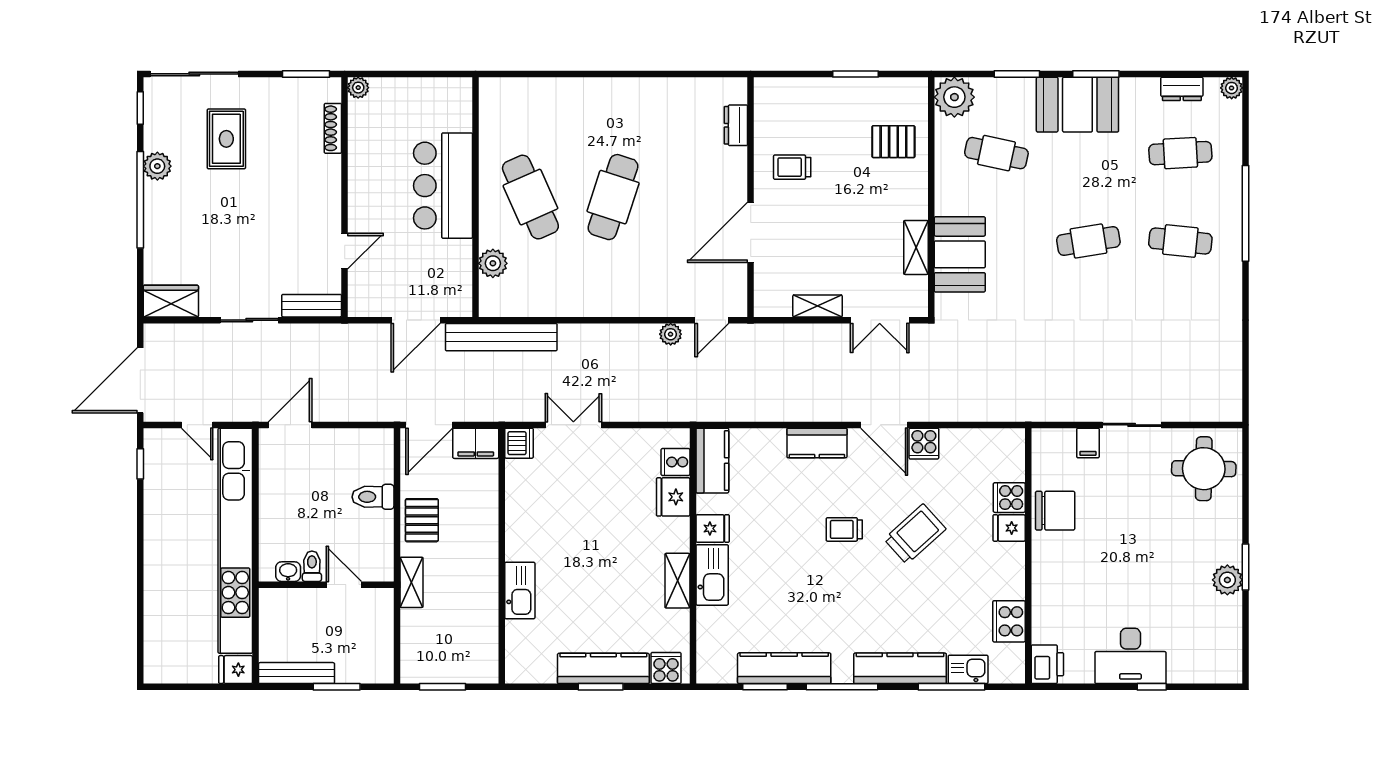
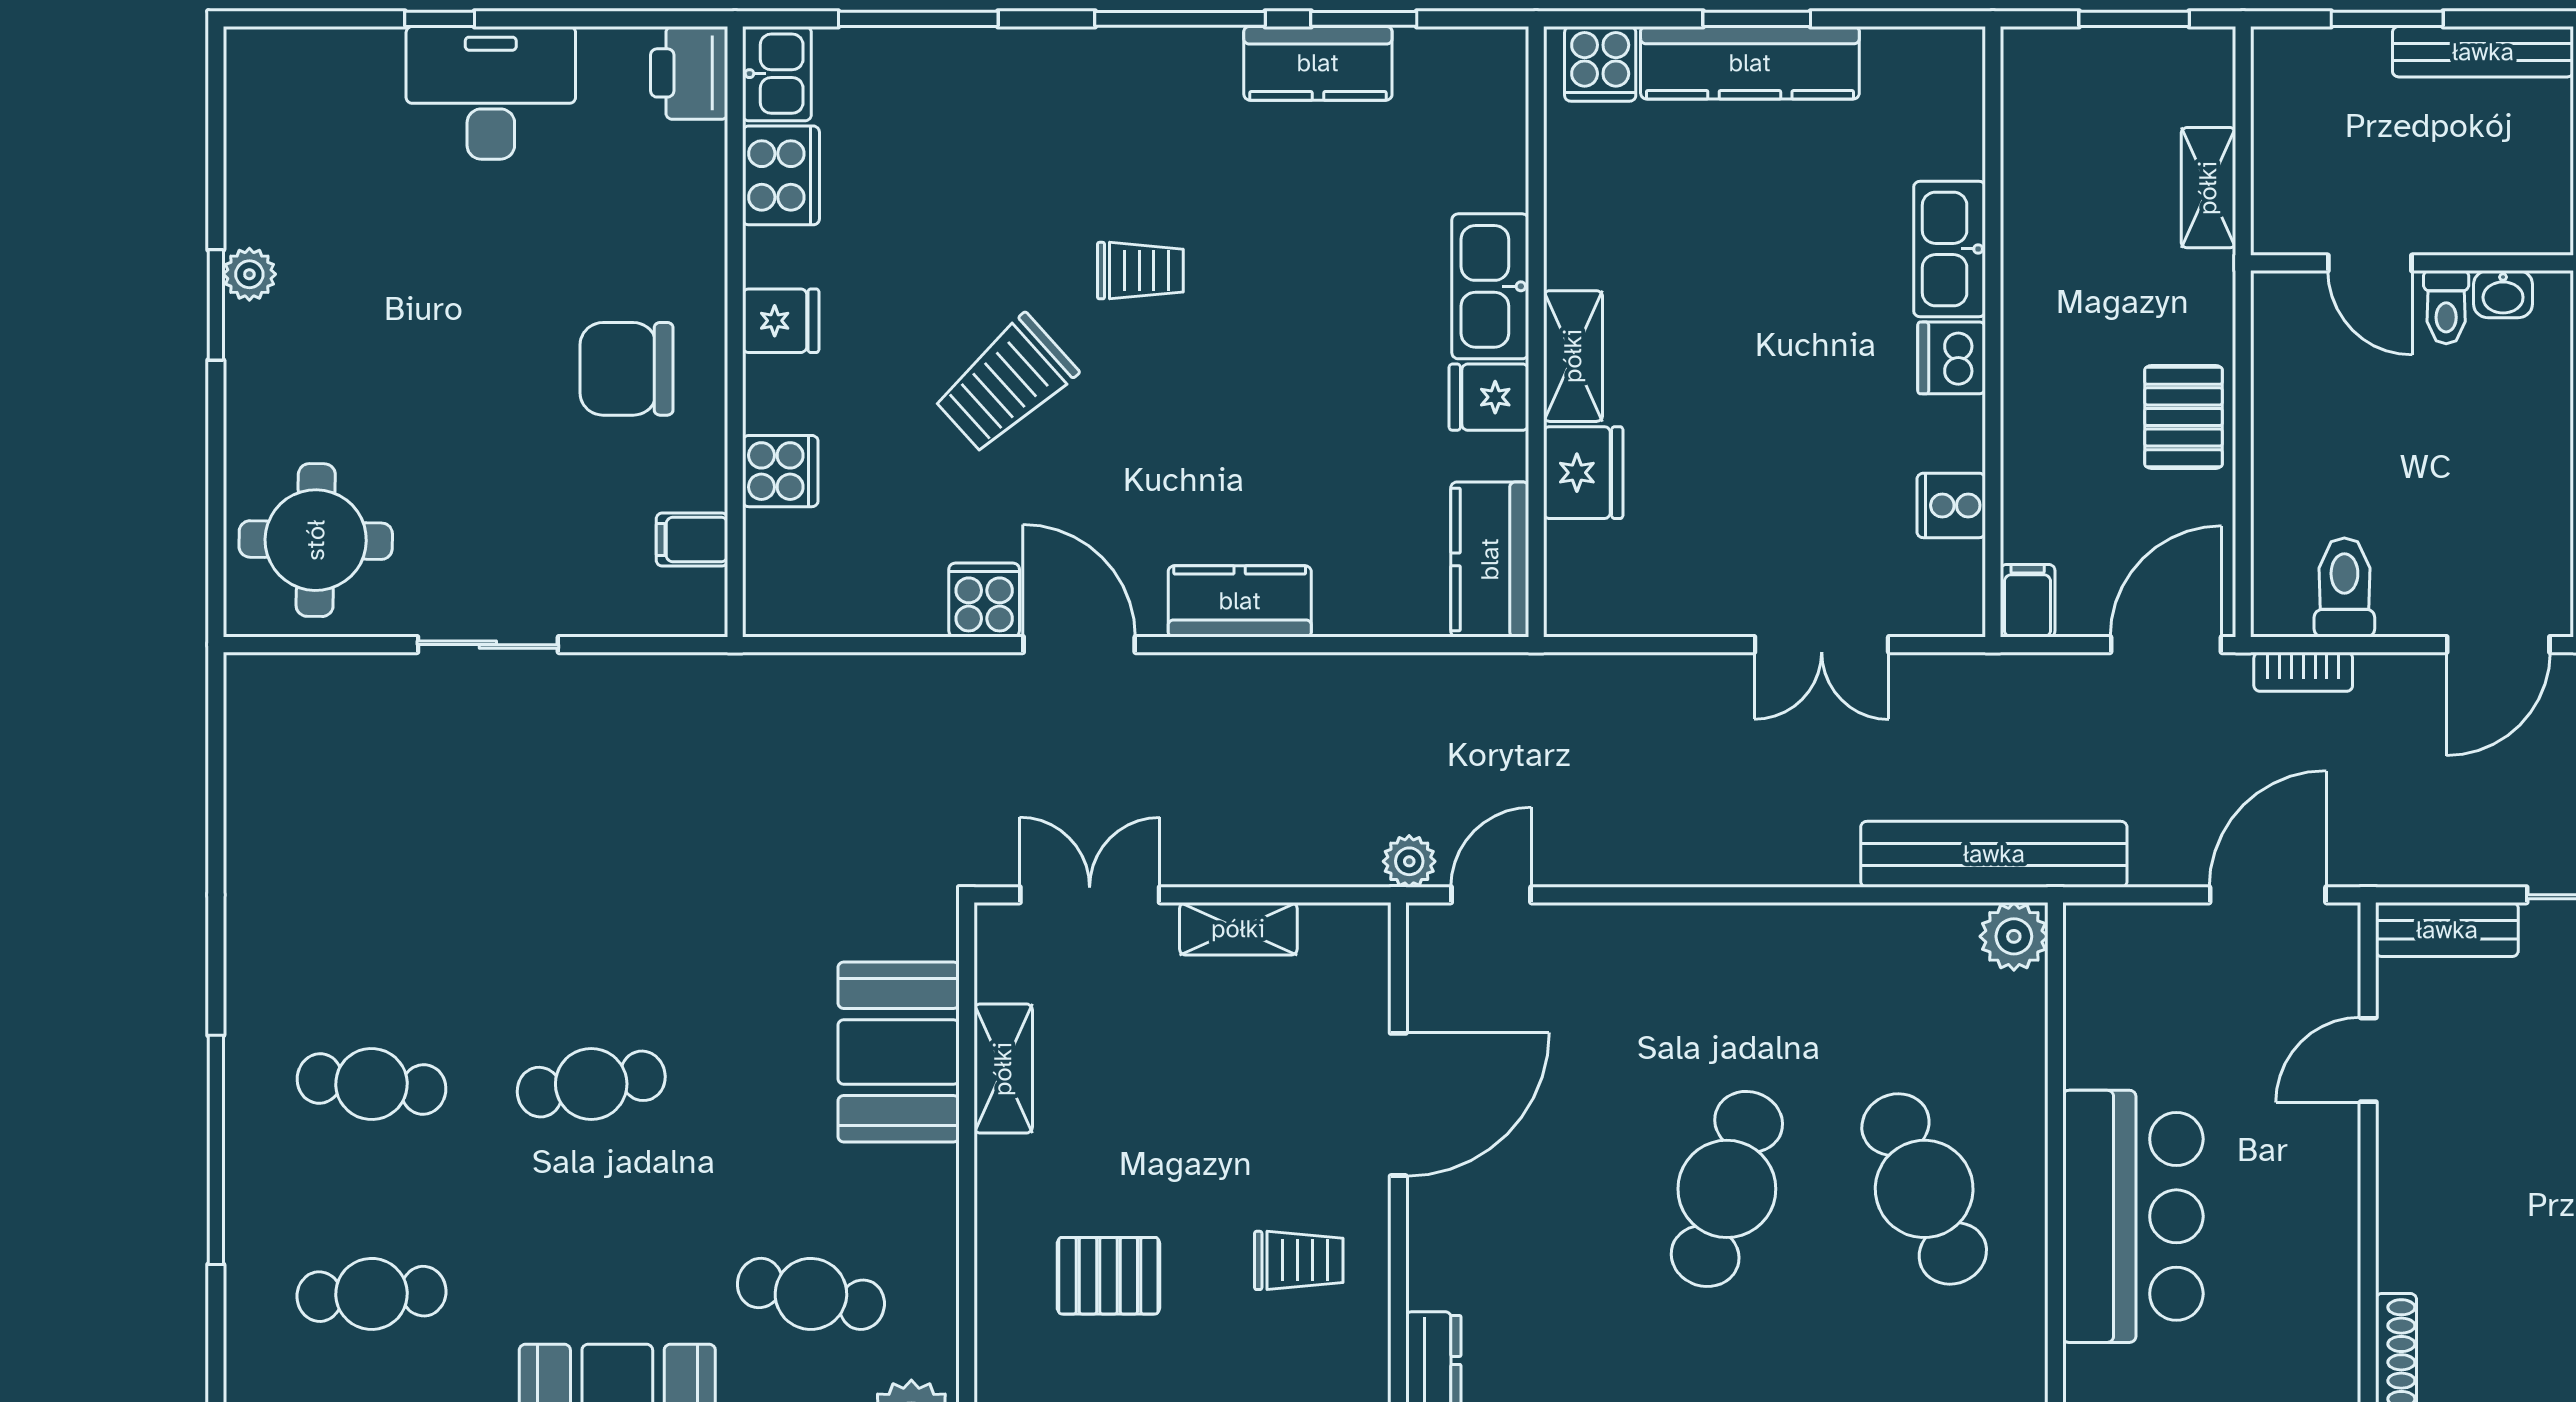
pallet: (893, 142) -> (1108, 1276), moved
plant: (493, 263) -> (2014, 936), moved
door: (416, 320) -> (2268, 895), moved
plant: (671, 334) -> (1409, 861), moved
bookcase: (372, 414) -> (2303, 672), added
filing cabinet: (476, 443) -> (2028, 601), width x0.50
dishwasher: (519, 443) -> (1952, 358), moved
filing cabinet: (1088, 443) -> (692, 540), moved, turned -90
cooker: (675, 462) -> (1951, 505), moved, turned 180
toilet: (373, 497) -> (2344, 587), moved, turned -90
chair: (1055, 511) -> (626, 369), moved
fridge: (1009, 528) -> (781, 321), moved
trolley: (844, 529) -> (1140, 271), moved
plant: (1227, 580) -> (249, 274), width x0.73, depth x0.73
shelving: (677, 581) -> (1573, 356), moved
shelving: (411, 582) -> (2208, 188), moved
kitchen counter: (784, 668) -> (1318, 63), width x0.67
kitchen counter: (900, 668) -> (1041, 63), removed
kitchen sink: (968, 669) -> (777, 74), moved, turned -90

